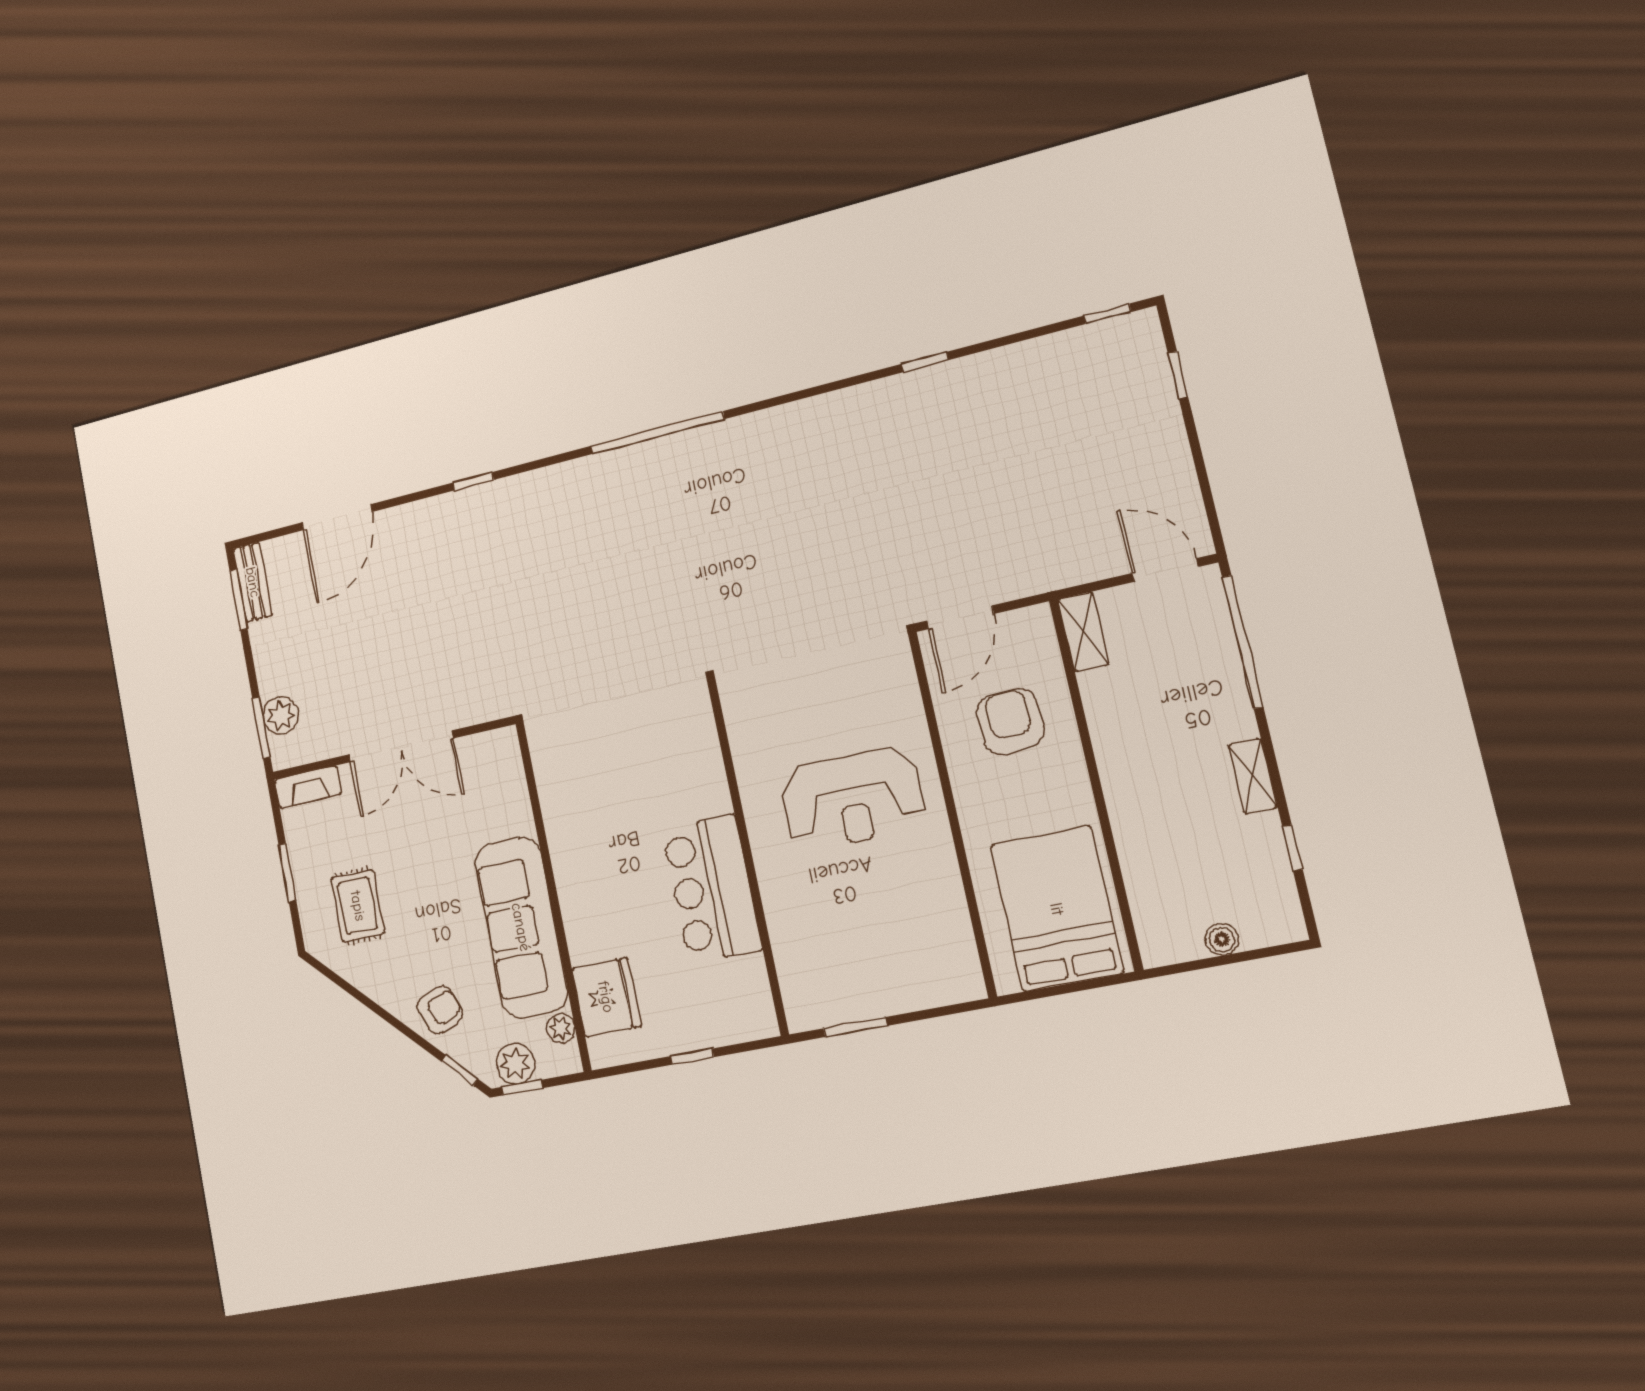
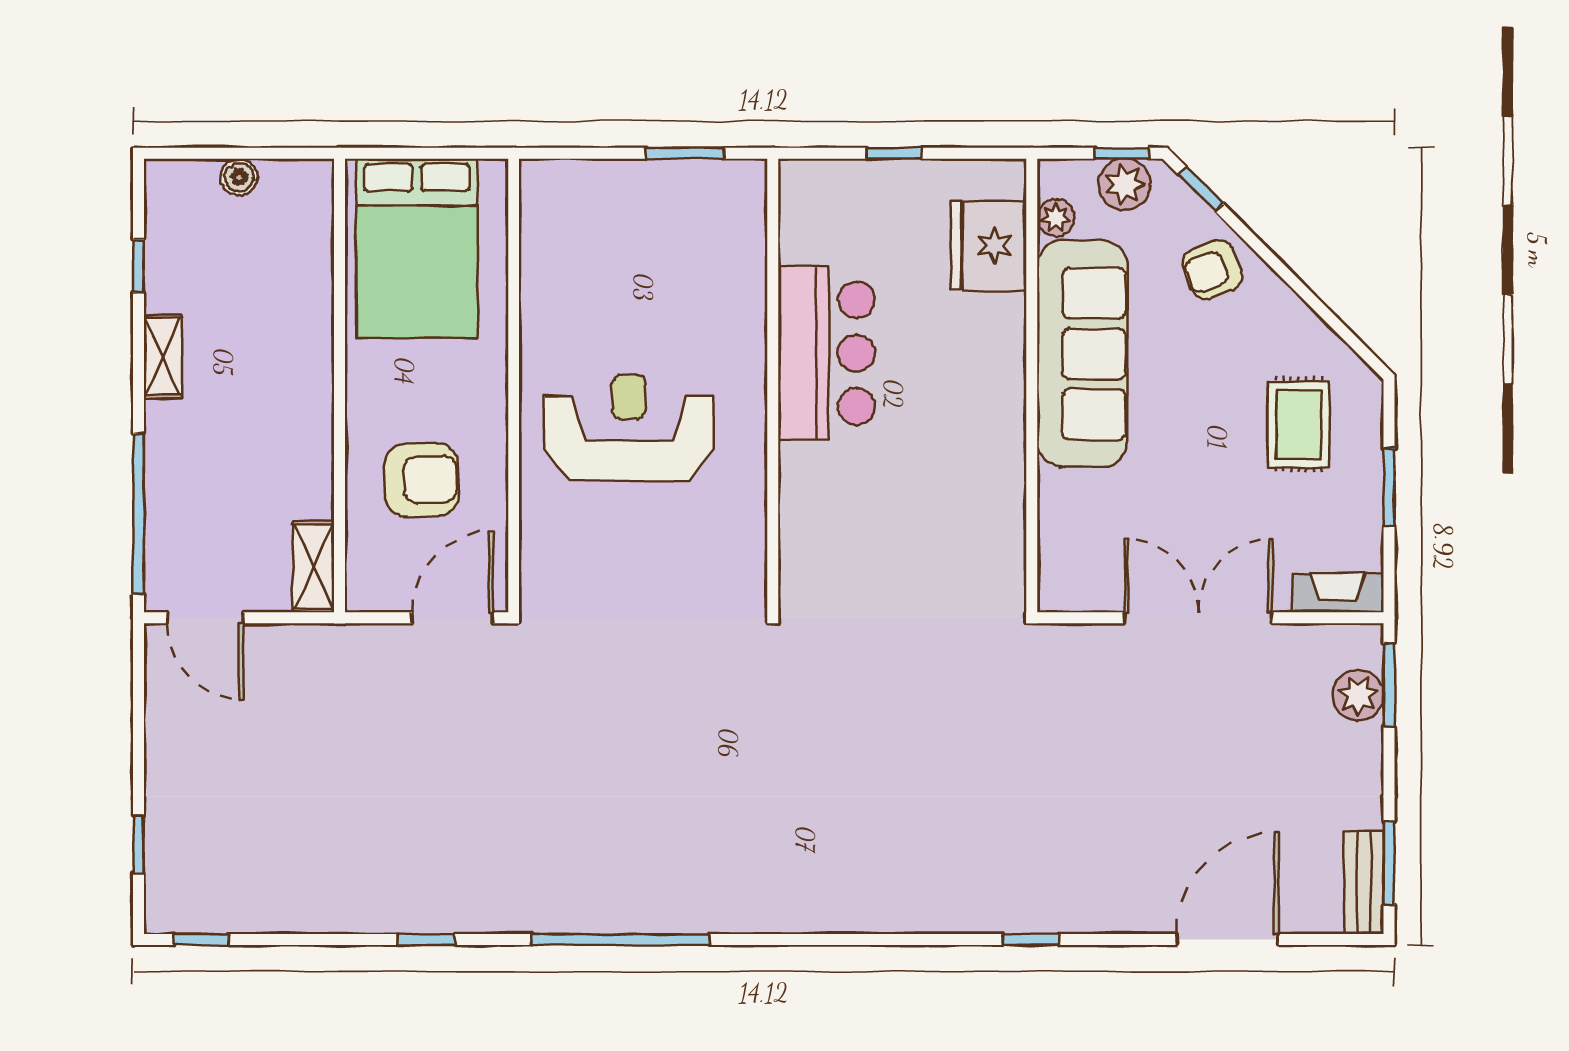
window: (657, 433) -> (620, 939), moved
armchair: (1010, 721) -> (422, 480), turned -89

